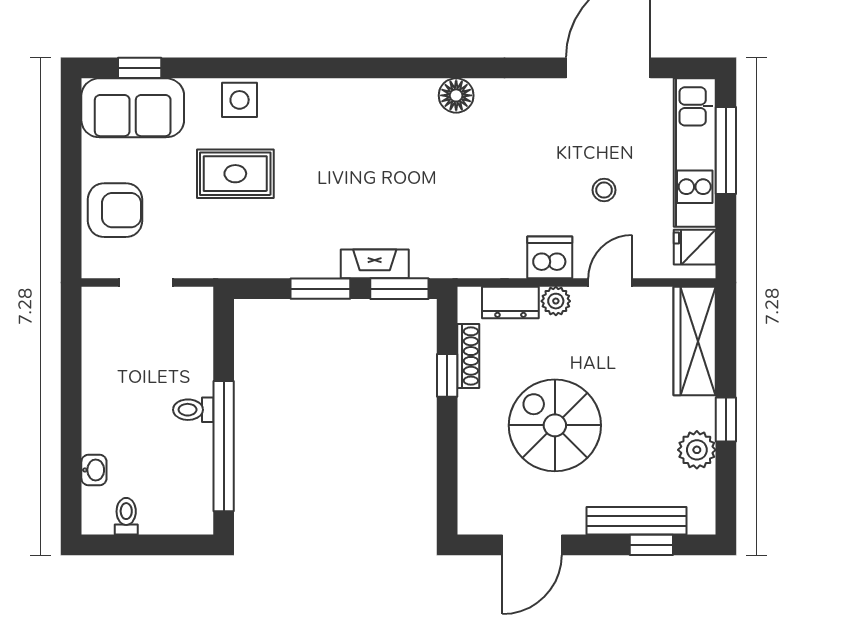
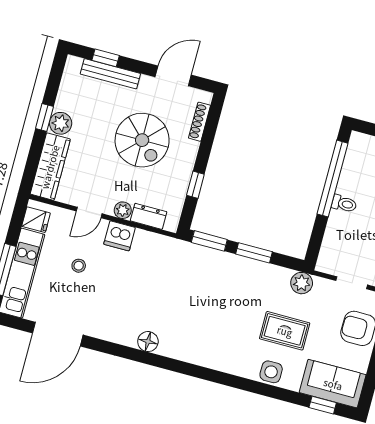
plant: (228, 260) -> (302, 283), added
fireplace: (375, 264) -> (219, 259), removed
shoe rack: (468, 356) -> (199, 122), moved
plant: (697, 450) -> (61, 123), moved

